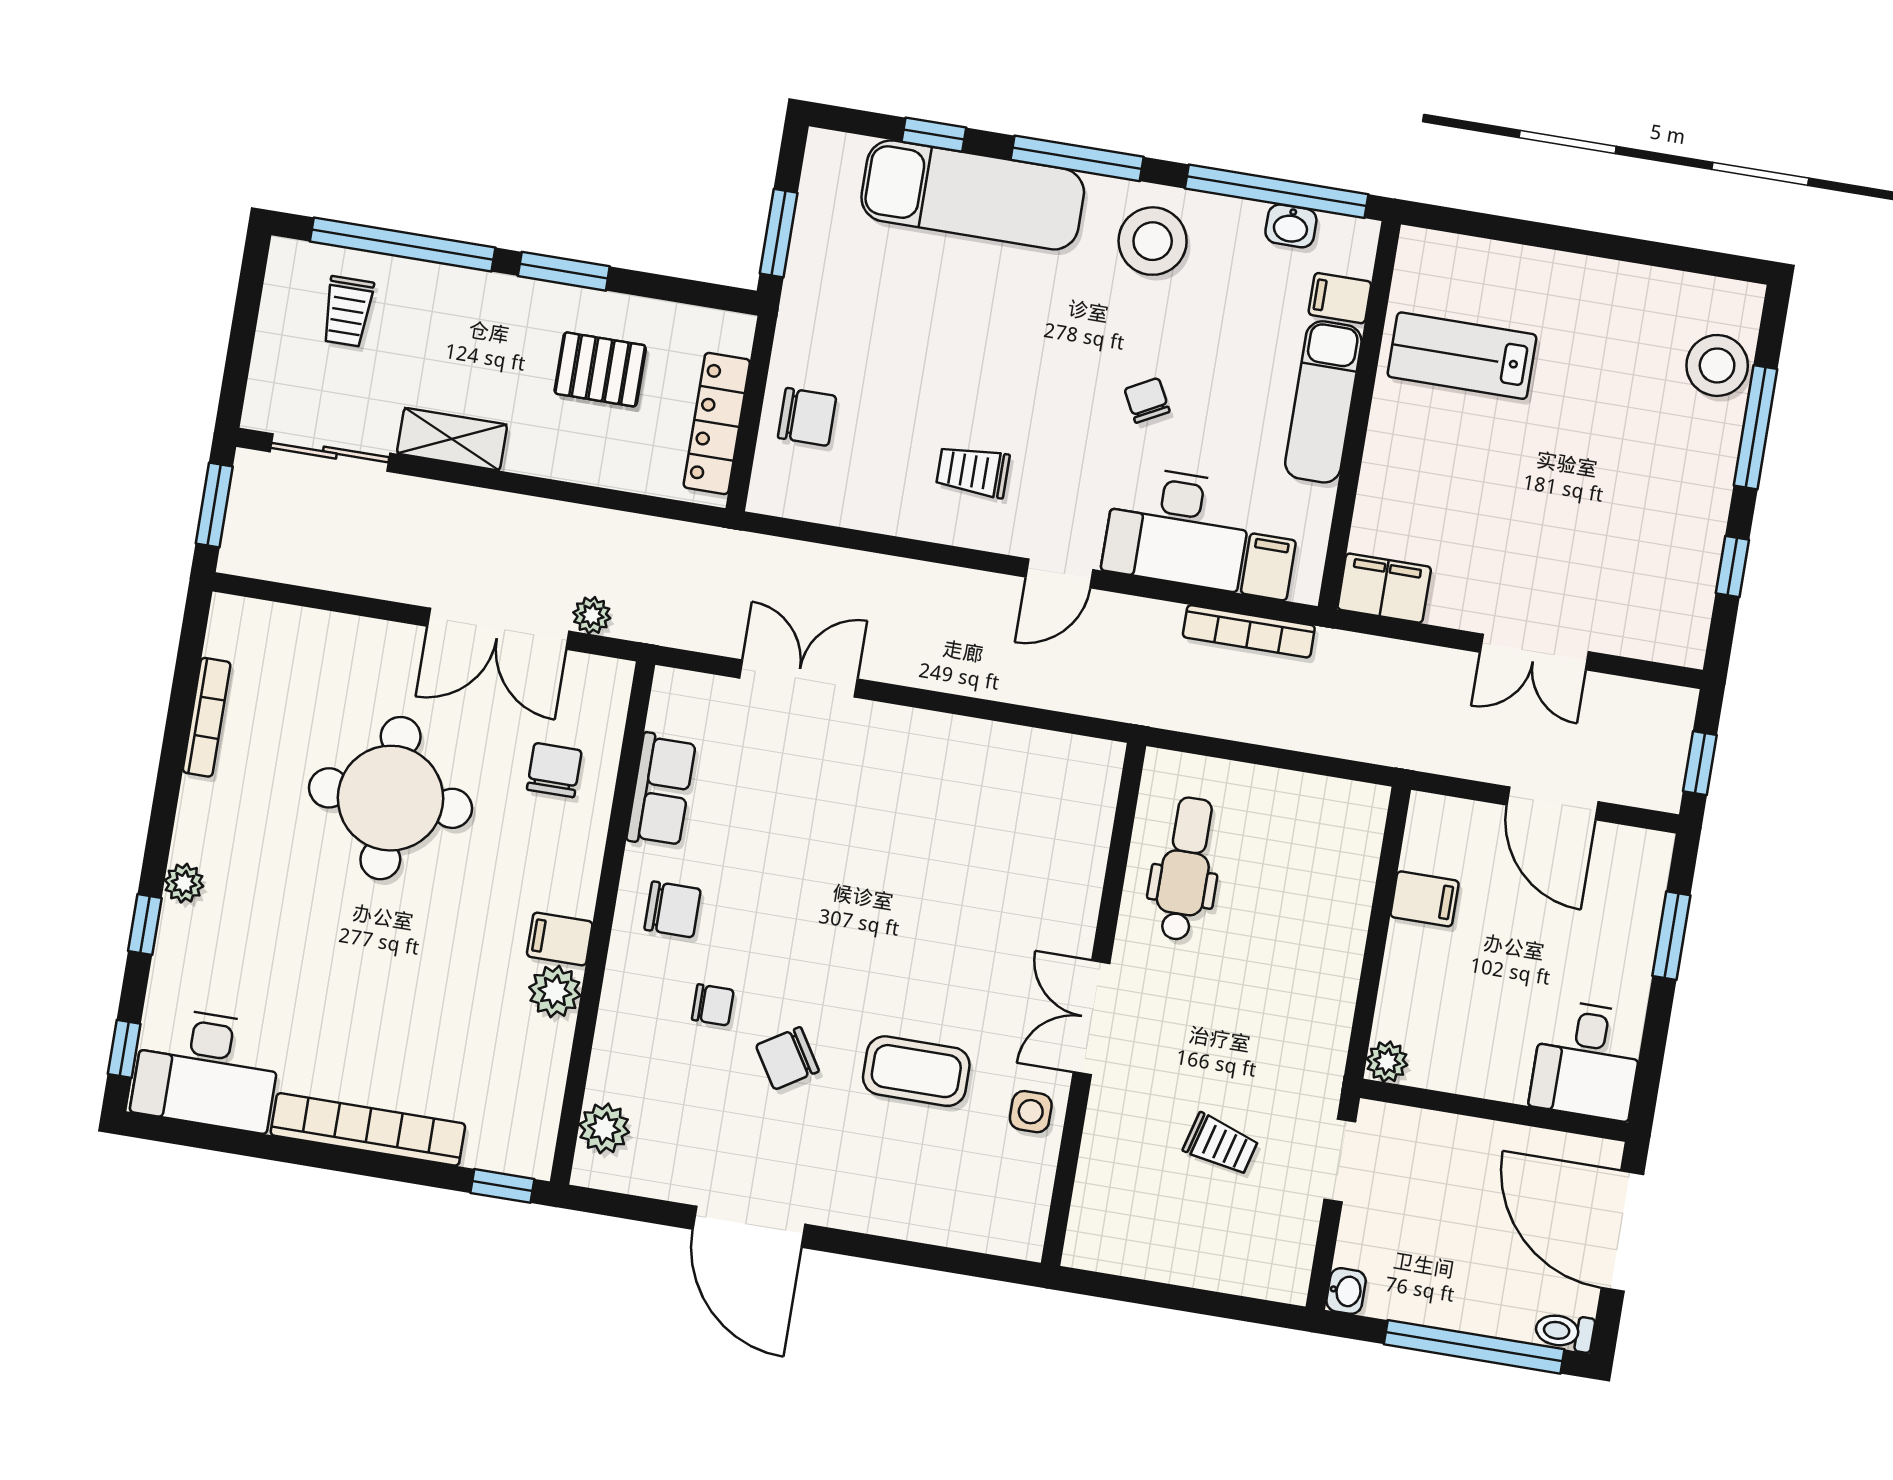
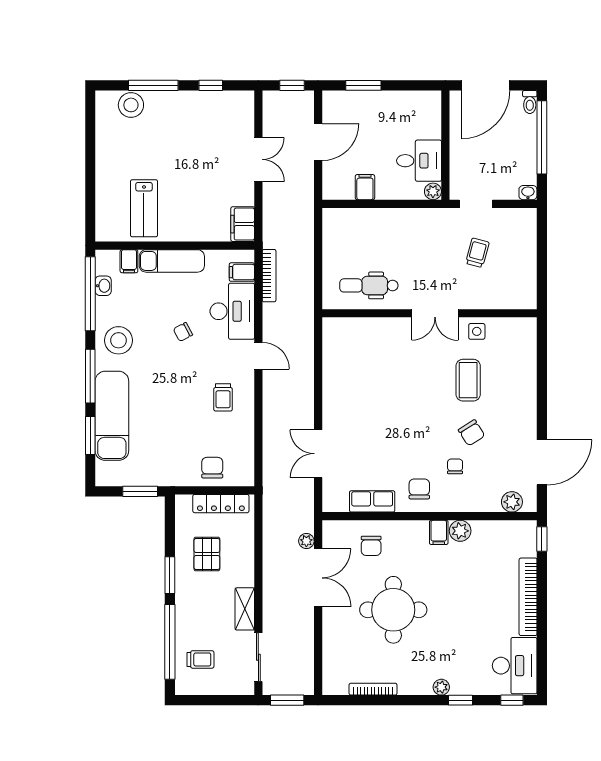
window: (934, 135) -> (90, 435), width x1.50
chair: (554, 770) -> (371, 546), turned -90
desk: (1587, 1060) -> (419, 161), moved
door: (749, 1227) -> (542, 462), moved

